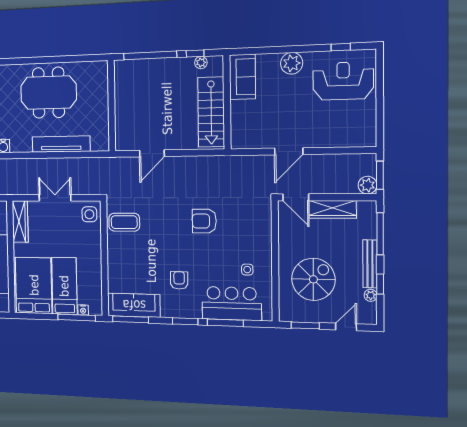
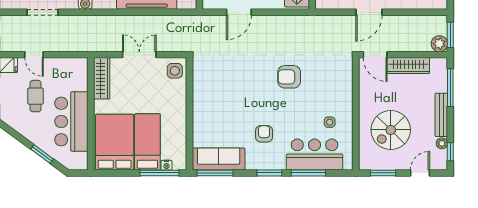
coffee table: (124, 222) -> (210, 78), removed
spiral stairs: (313, 279) -> (391, 130), turned 180
window: (380, 284) -> (450, 152), moved

